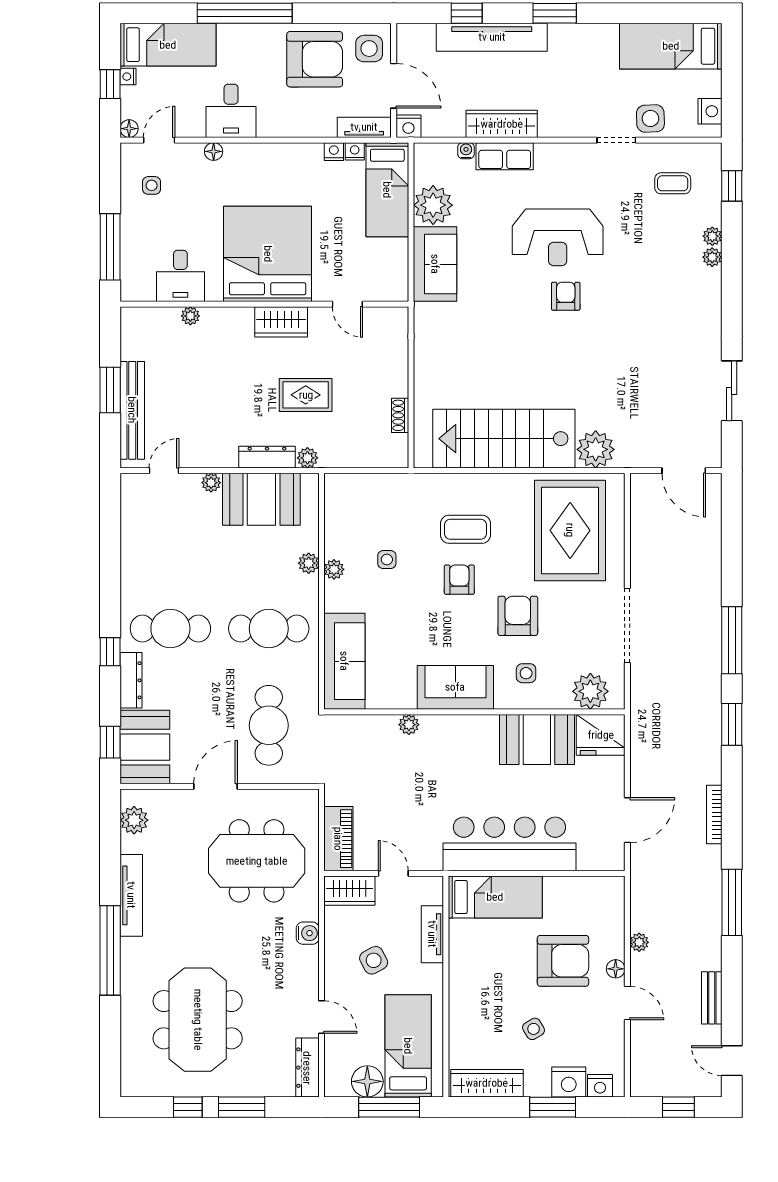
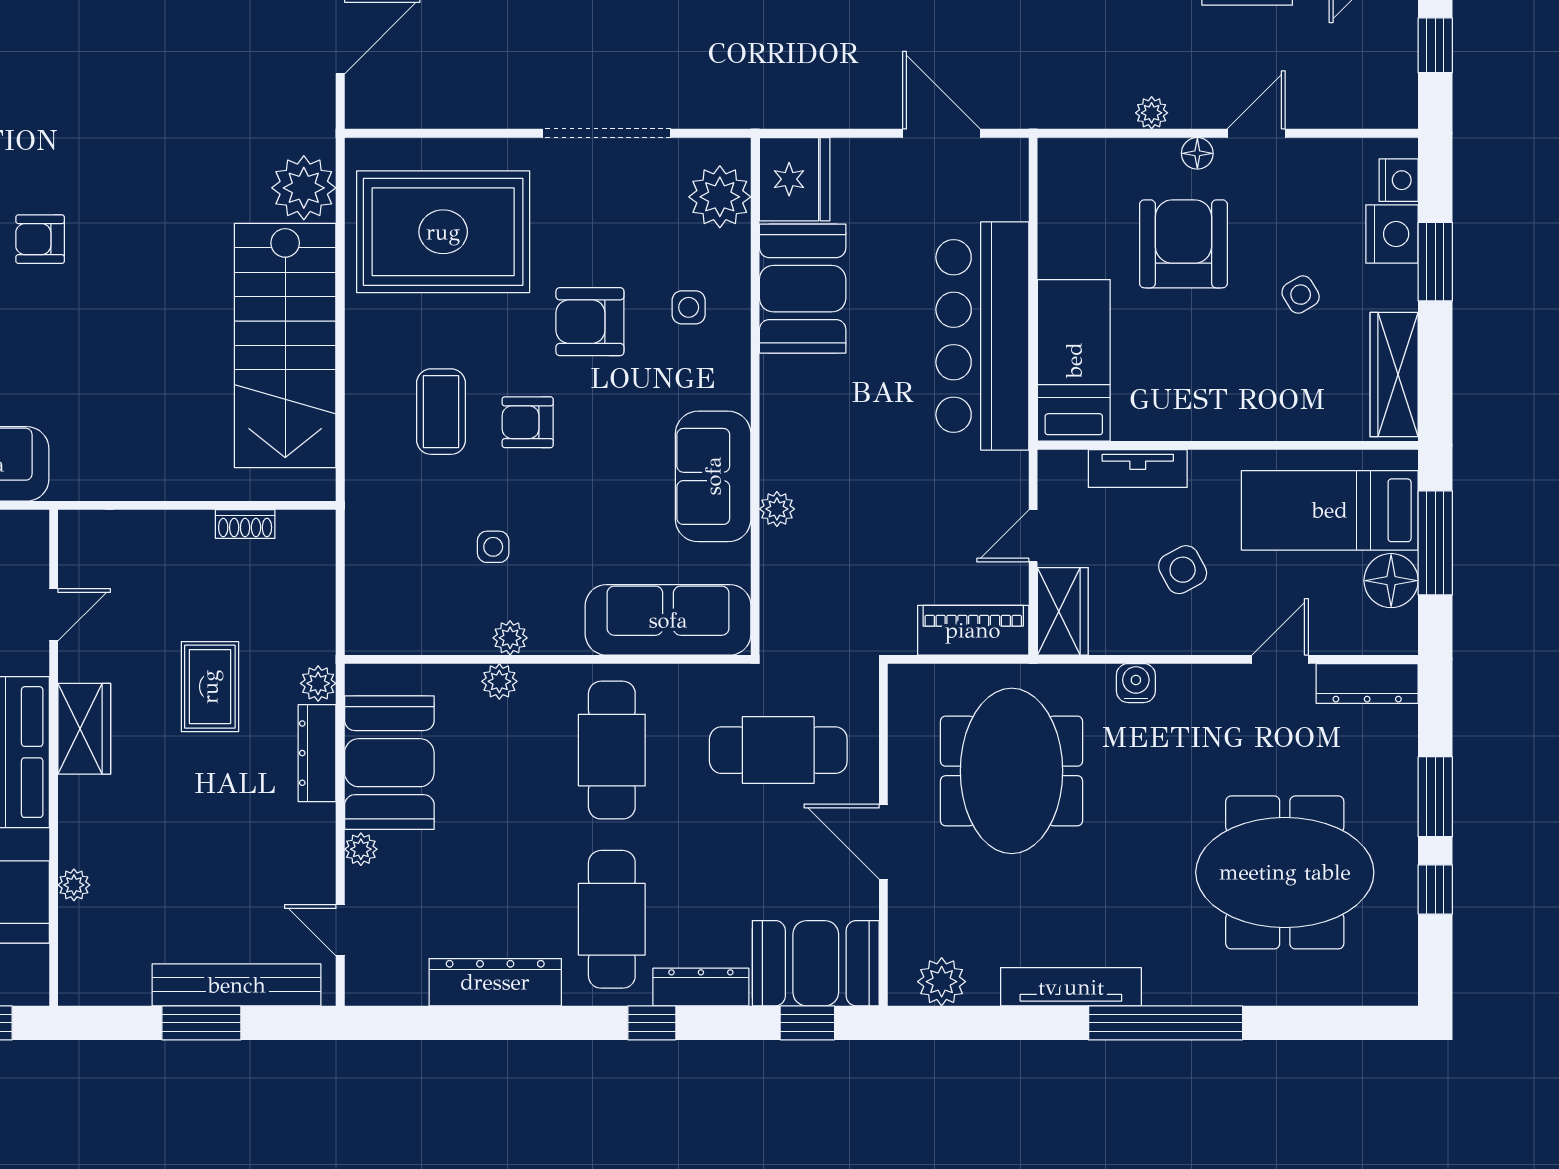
dresser: (134, 561) -> (495, 982), added
sofa: (455, 687) -> (713, 476), moved

